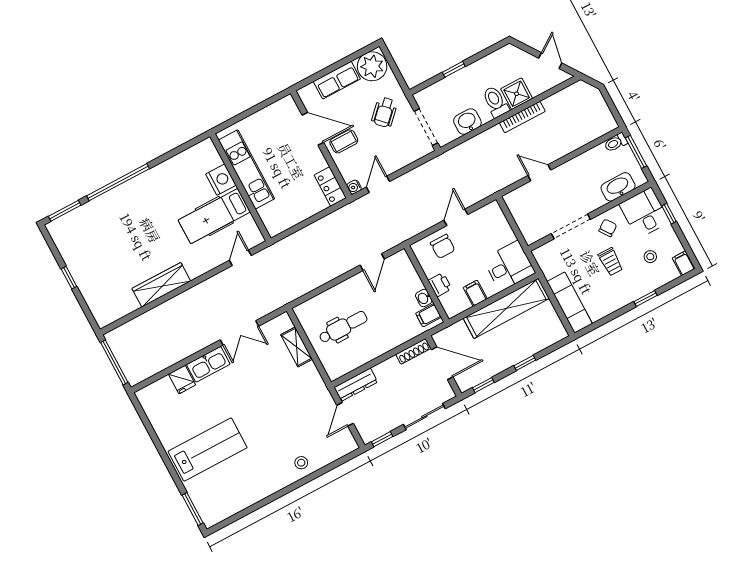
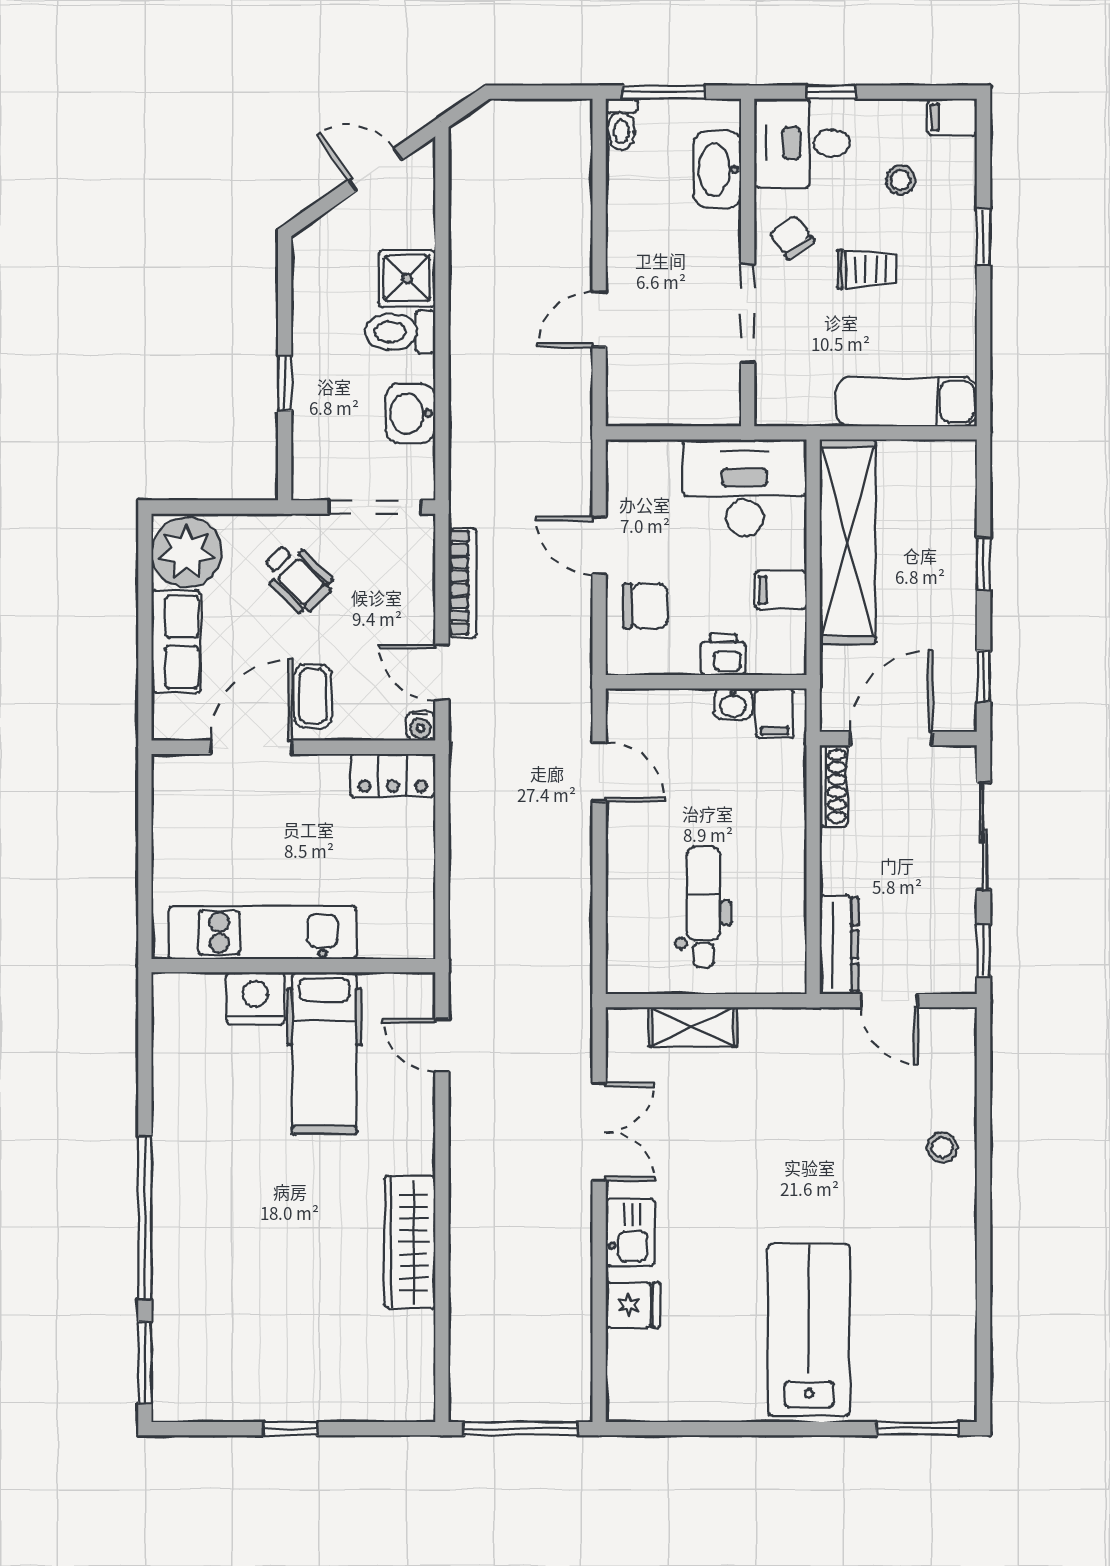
bookcase: (522, 117) -> (462, 583), moved
desk: (509, 266) -> (745, 488), width x1.37
kitchen sink: (208, 364) -> (630, 1233), width x0.73

